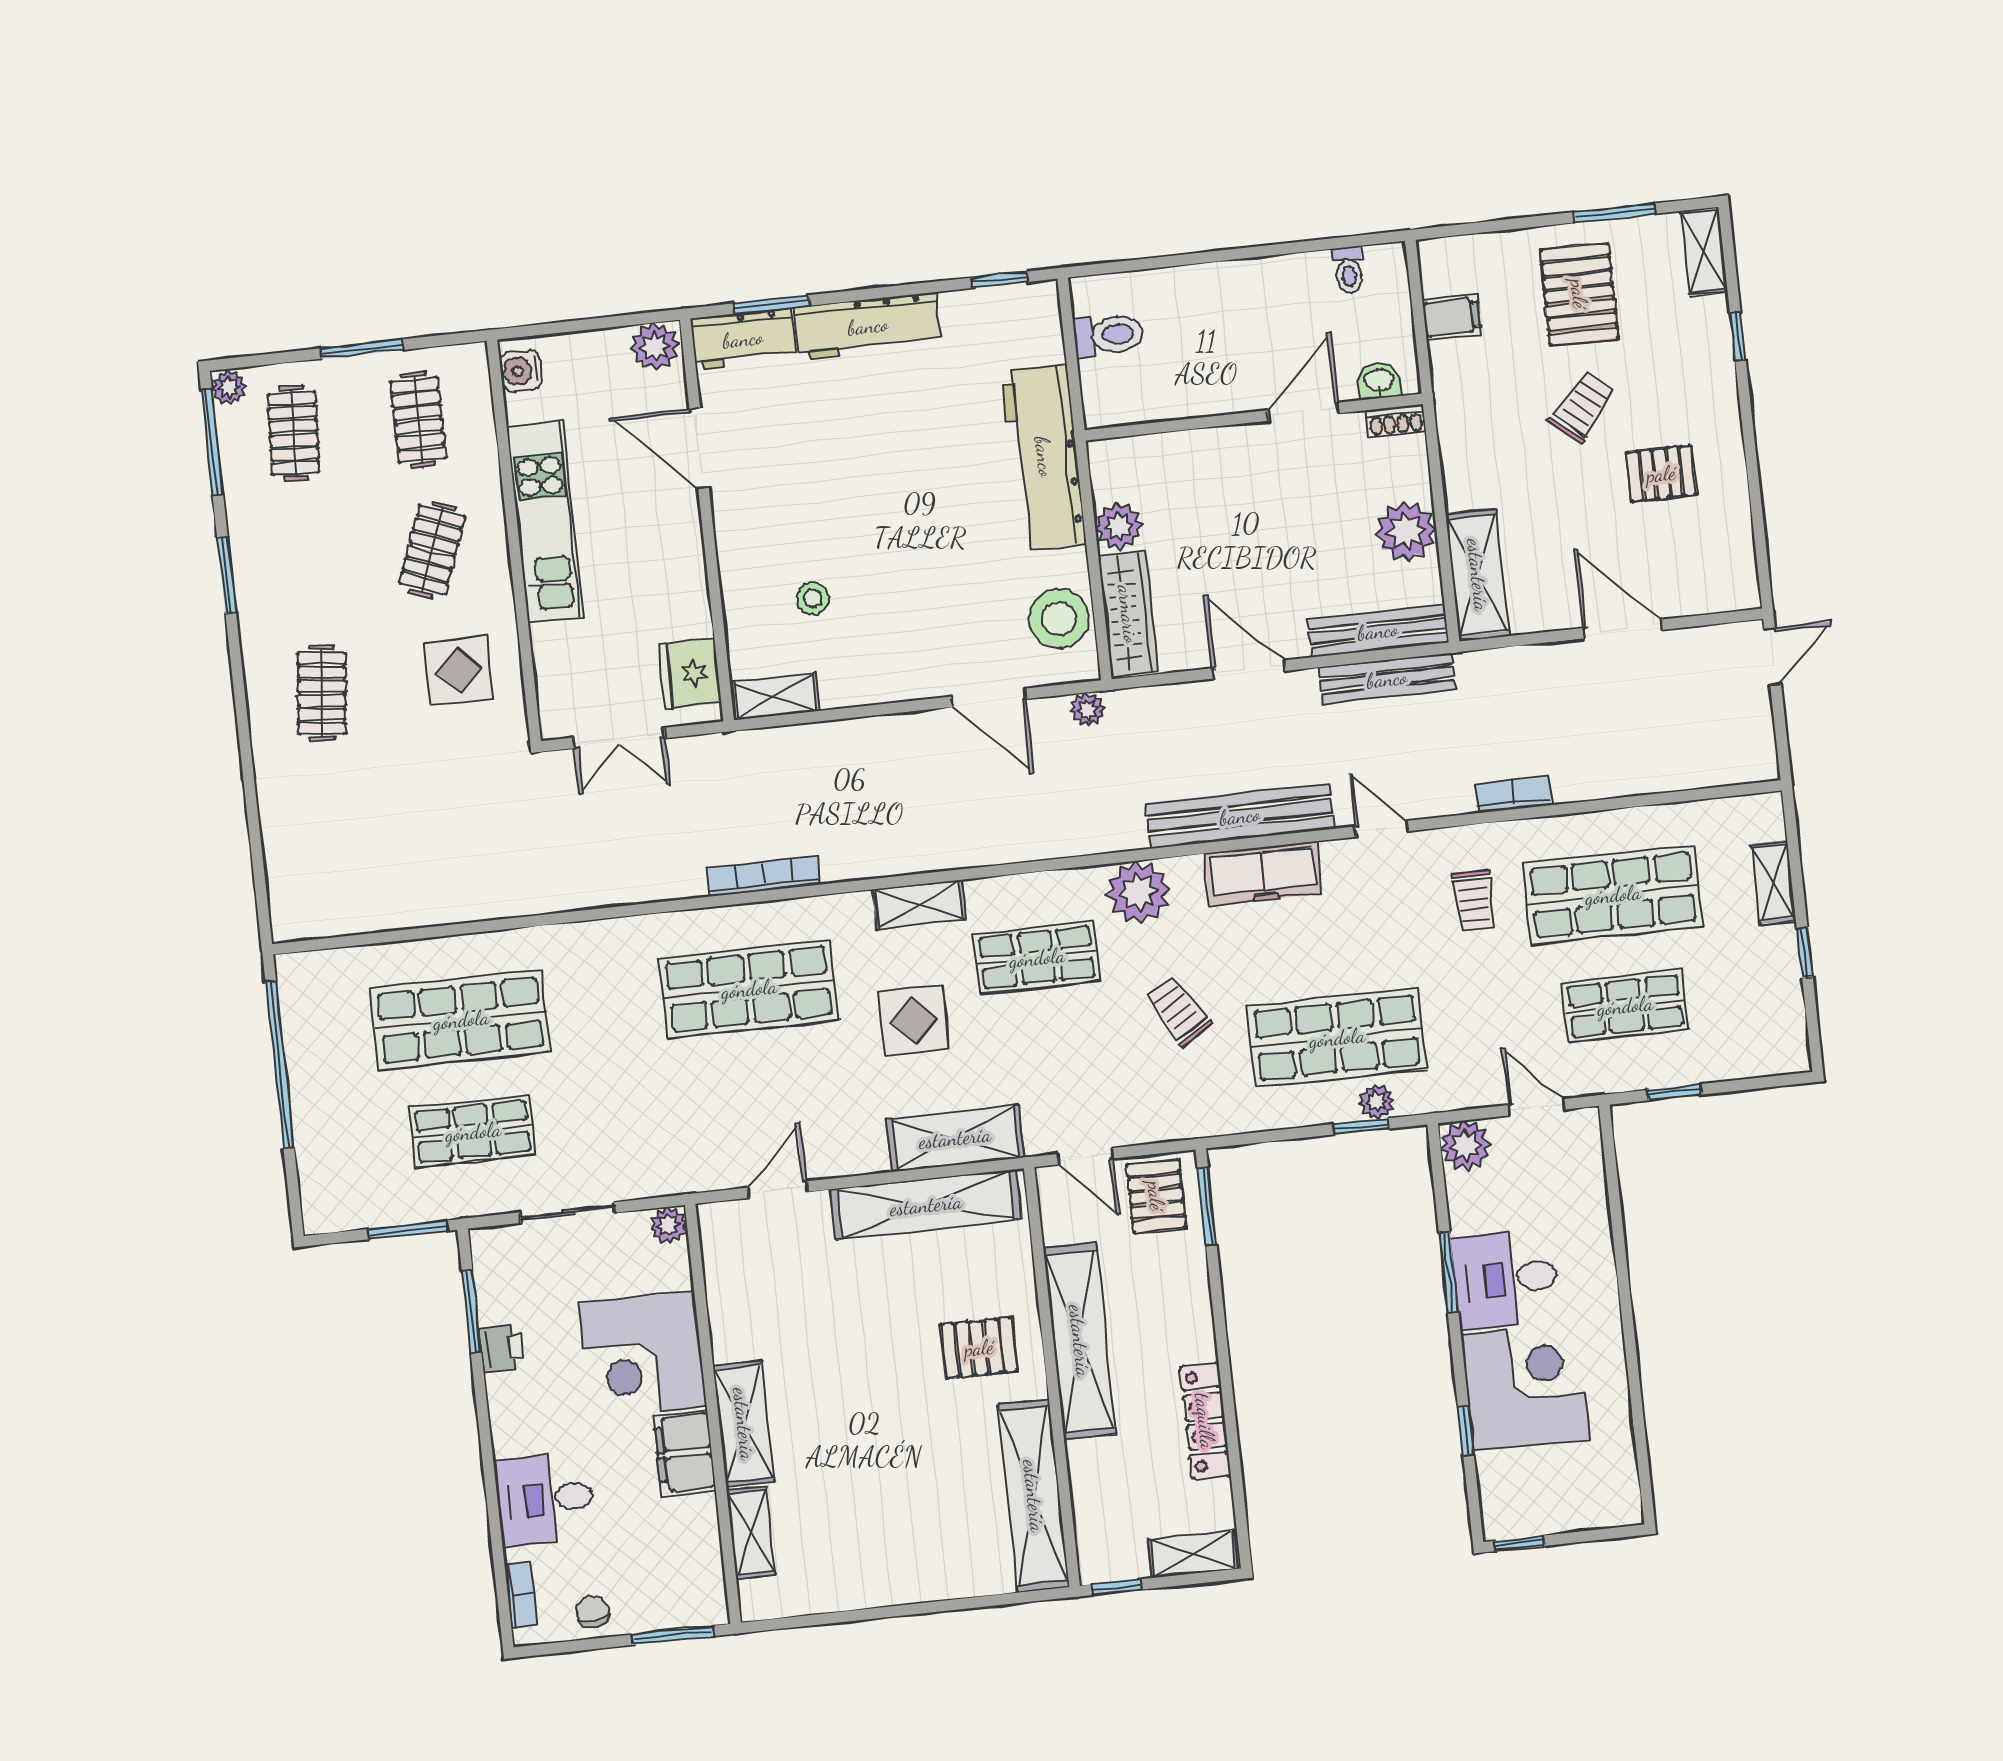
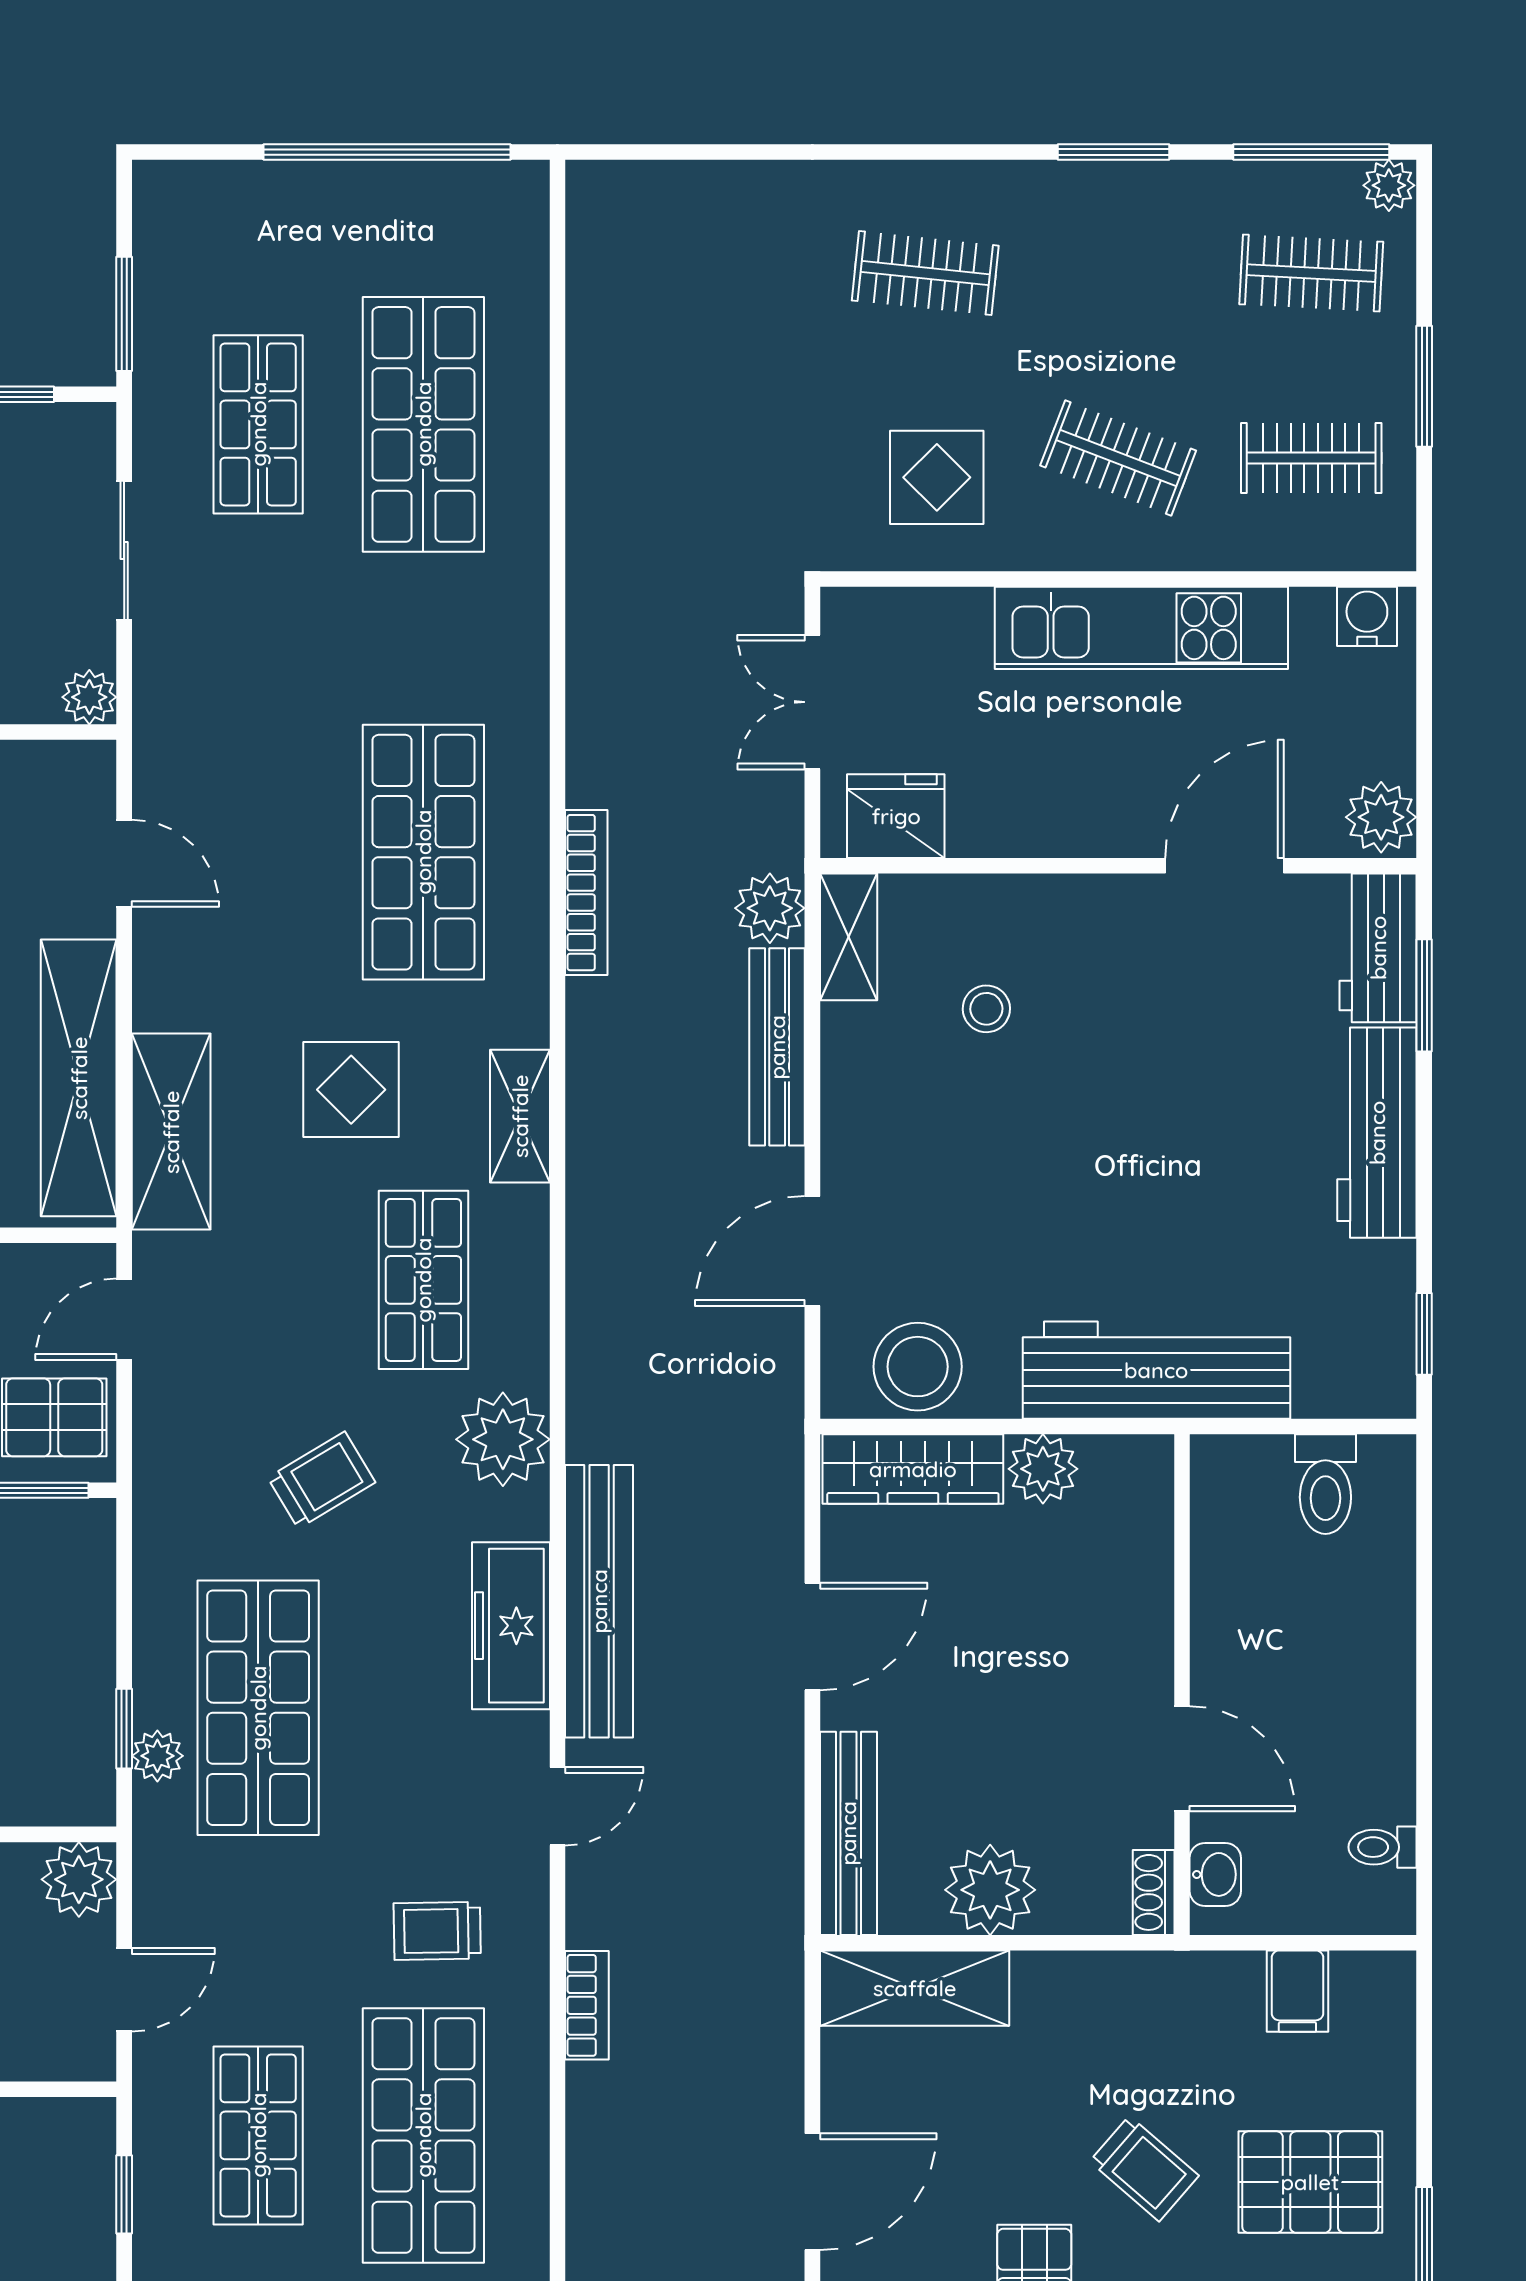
bench: (1387, 679) -> (777, 1047), moved
plant: (1088, 710) -> (770, 908), moved, width x1.38, depth x1.38

